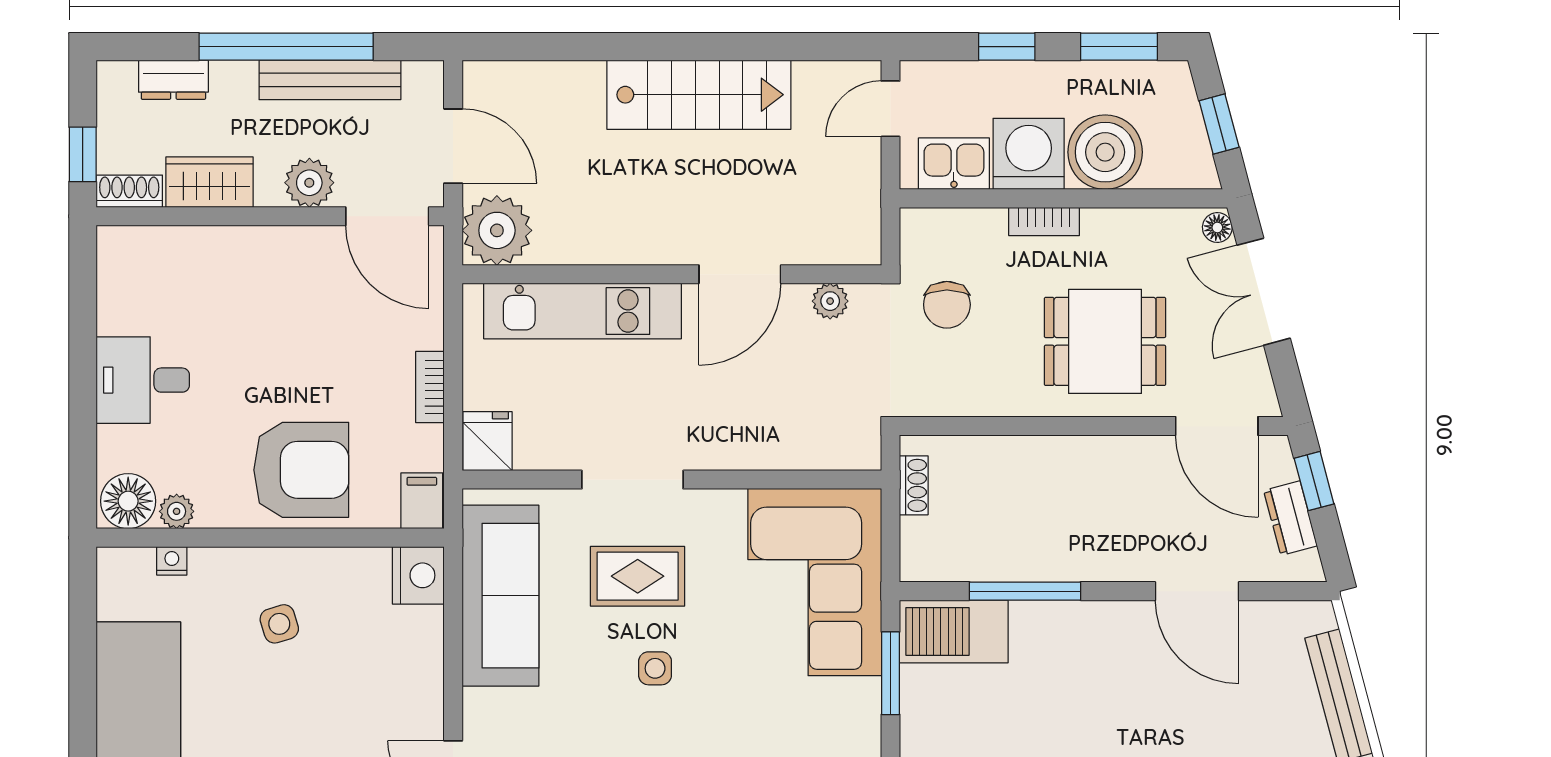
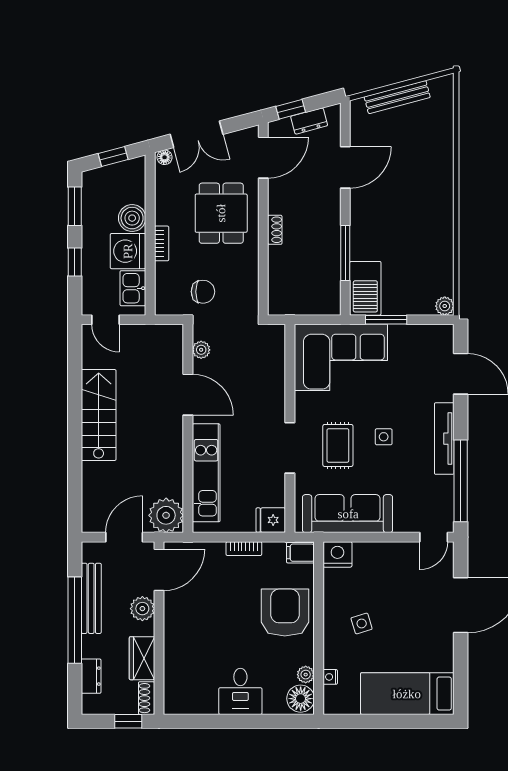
boiler: (1105, 152) -> (132, 218), width x0.73, depth x0.73
shoe rack: (914, 485) -> (275, 230), moved, turned 90

